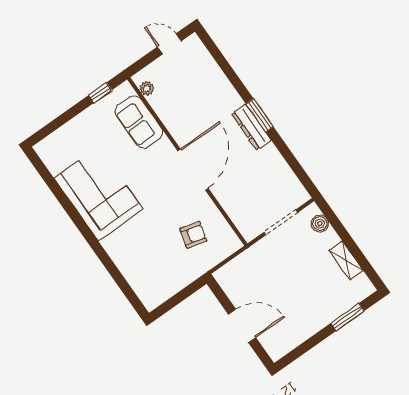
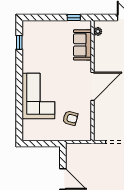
window: (49, 180) -> (19, 42), added
corner sofa: (99, 194) -> (38, 96), moved

